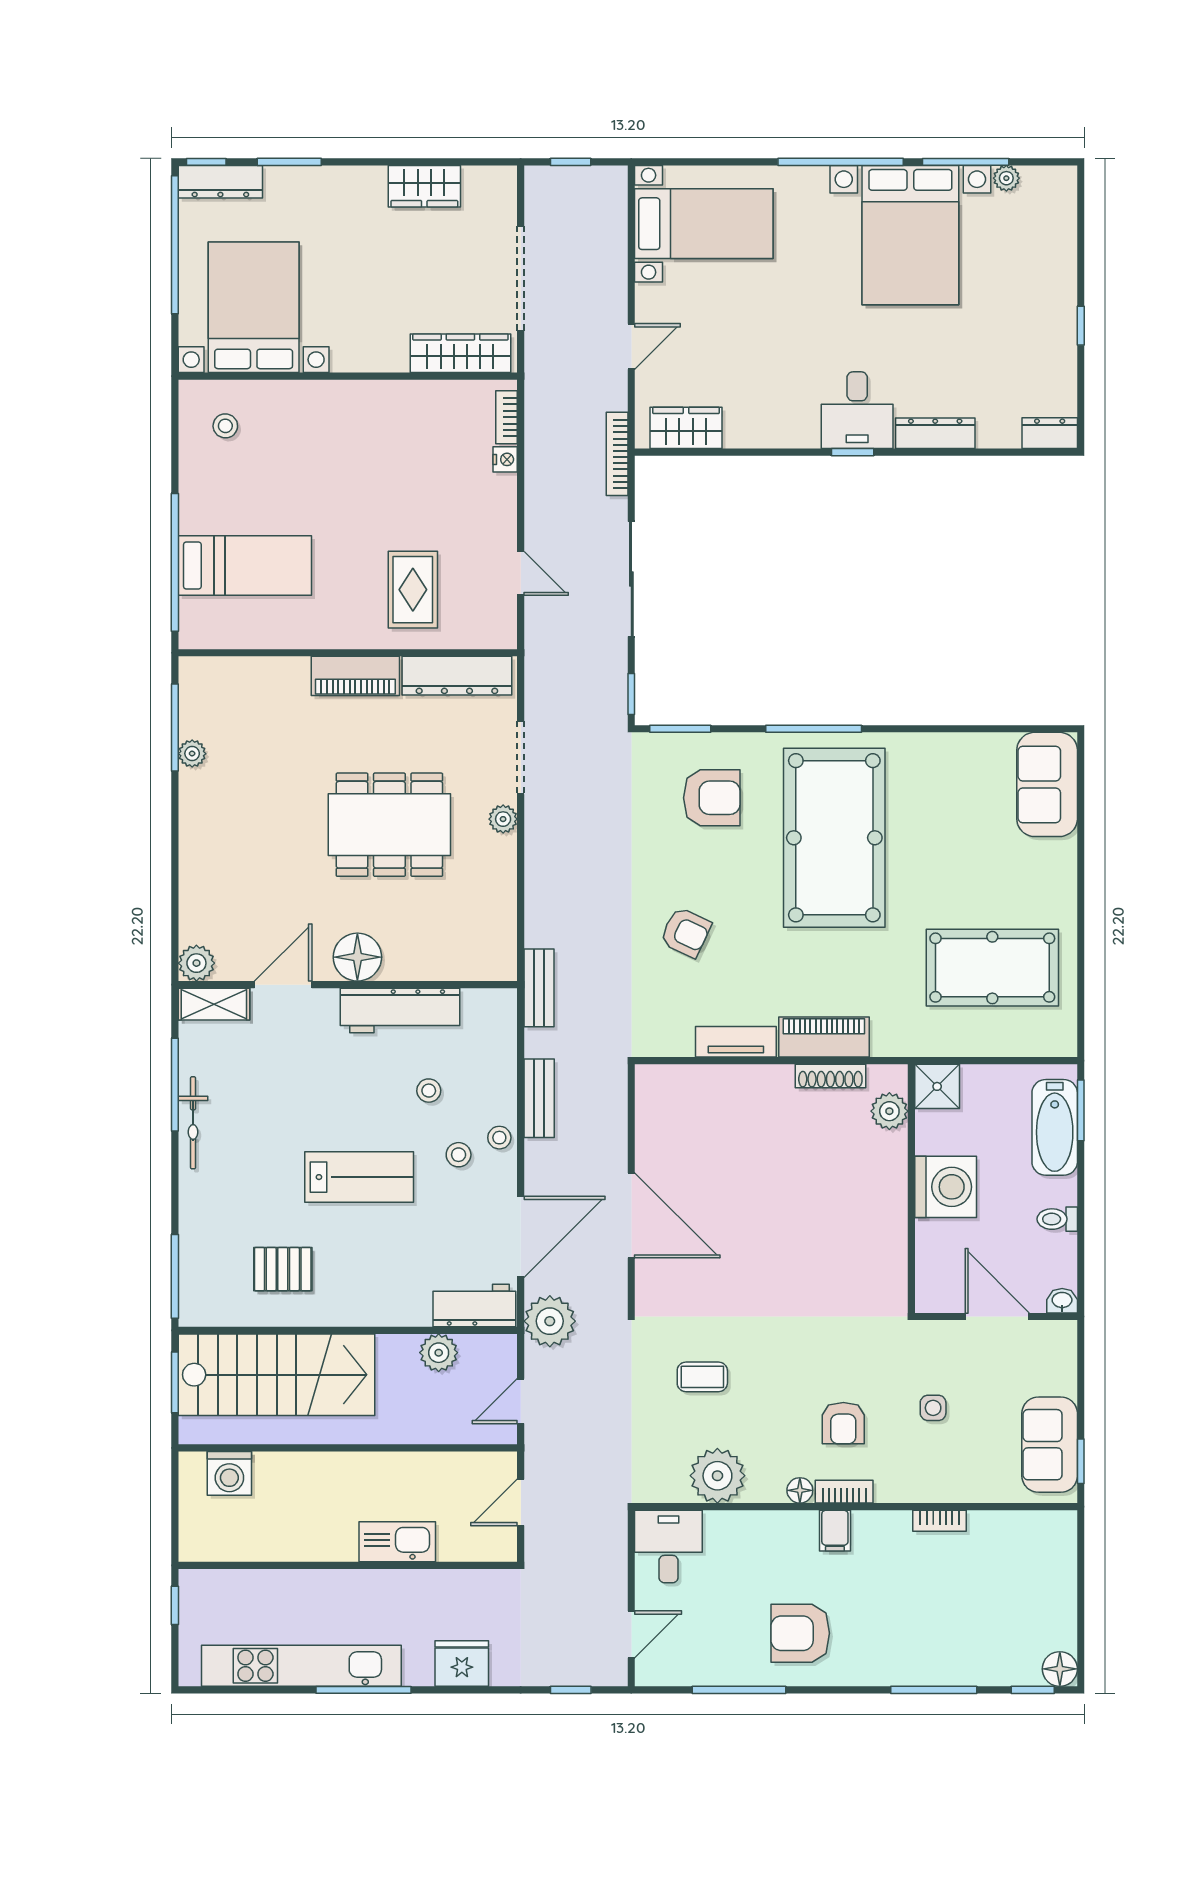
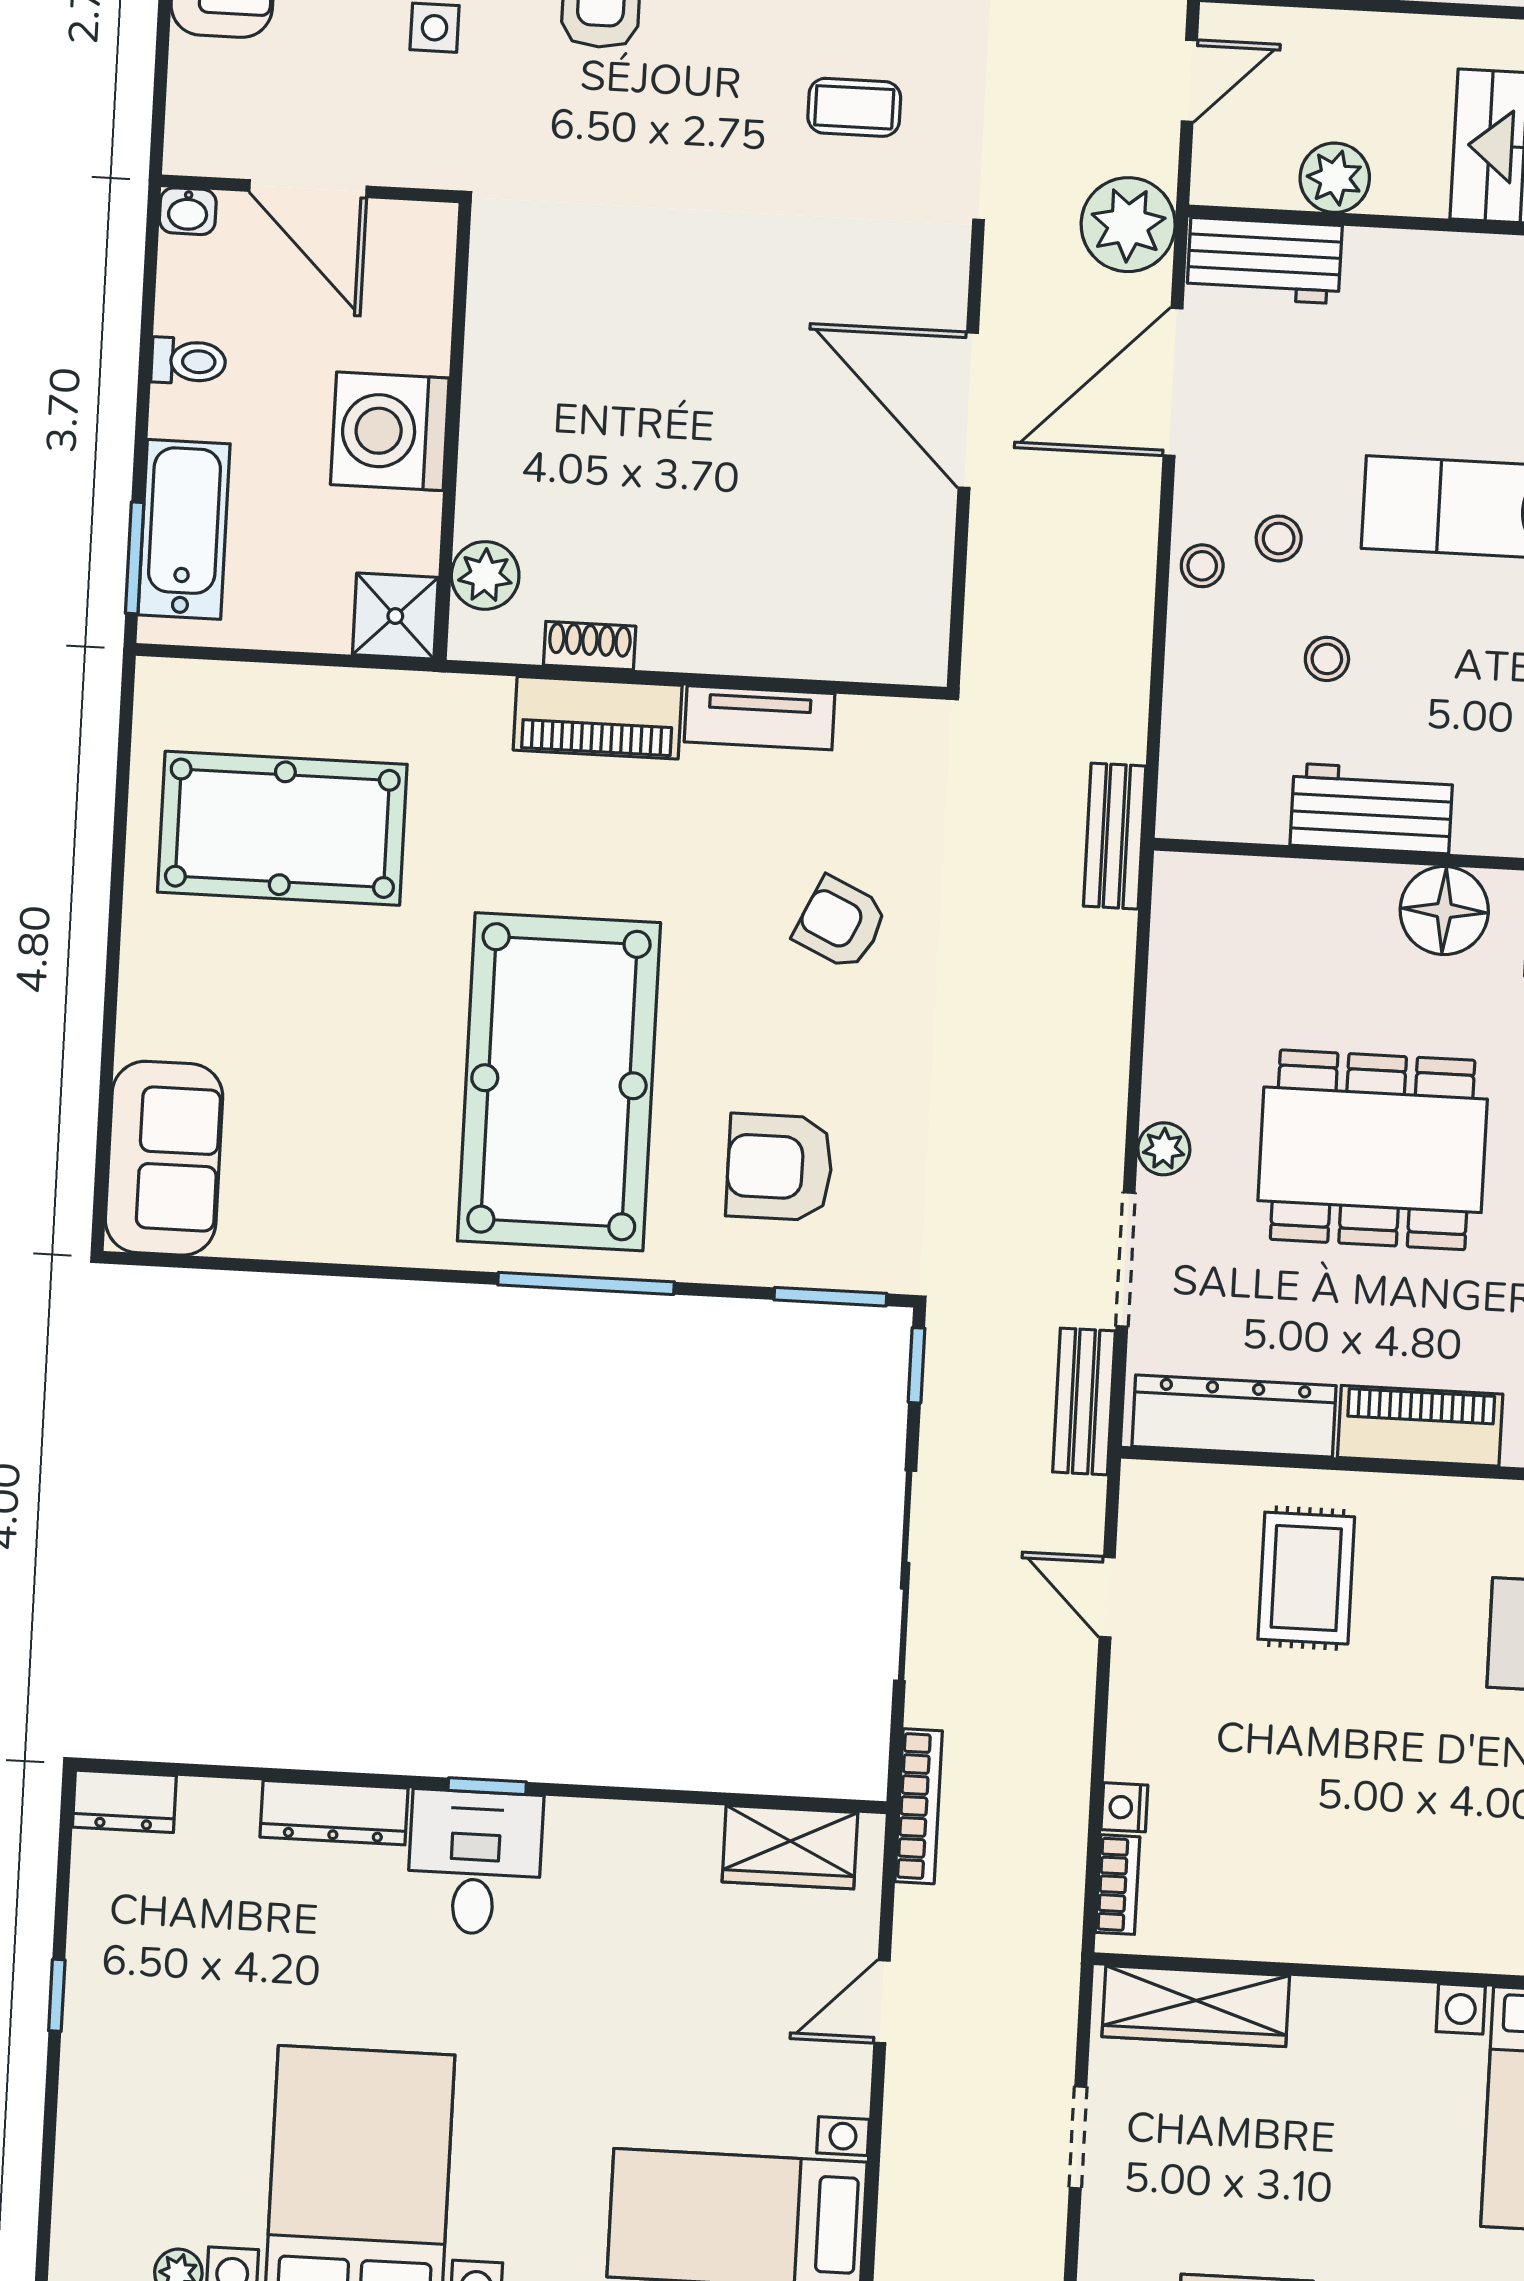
doorway: (521, 278) -> (1078, 2137), width x0.53
workbench: (400, 1010) -> (1372, 809), width x0.73
shoe rack: (830, 1076) -> (590, 646), width x0.70
bench: (539, 1098) -> (1084, 1401), moved

